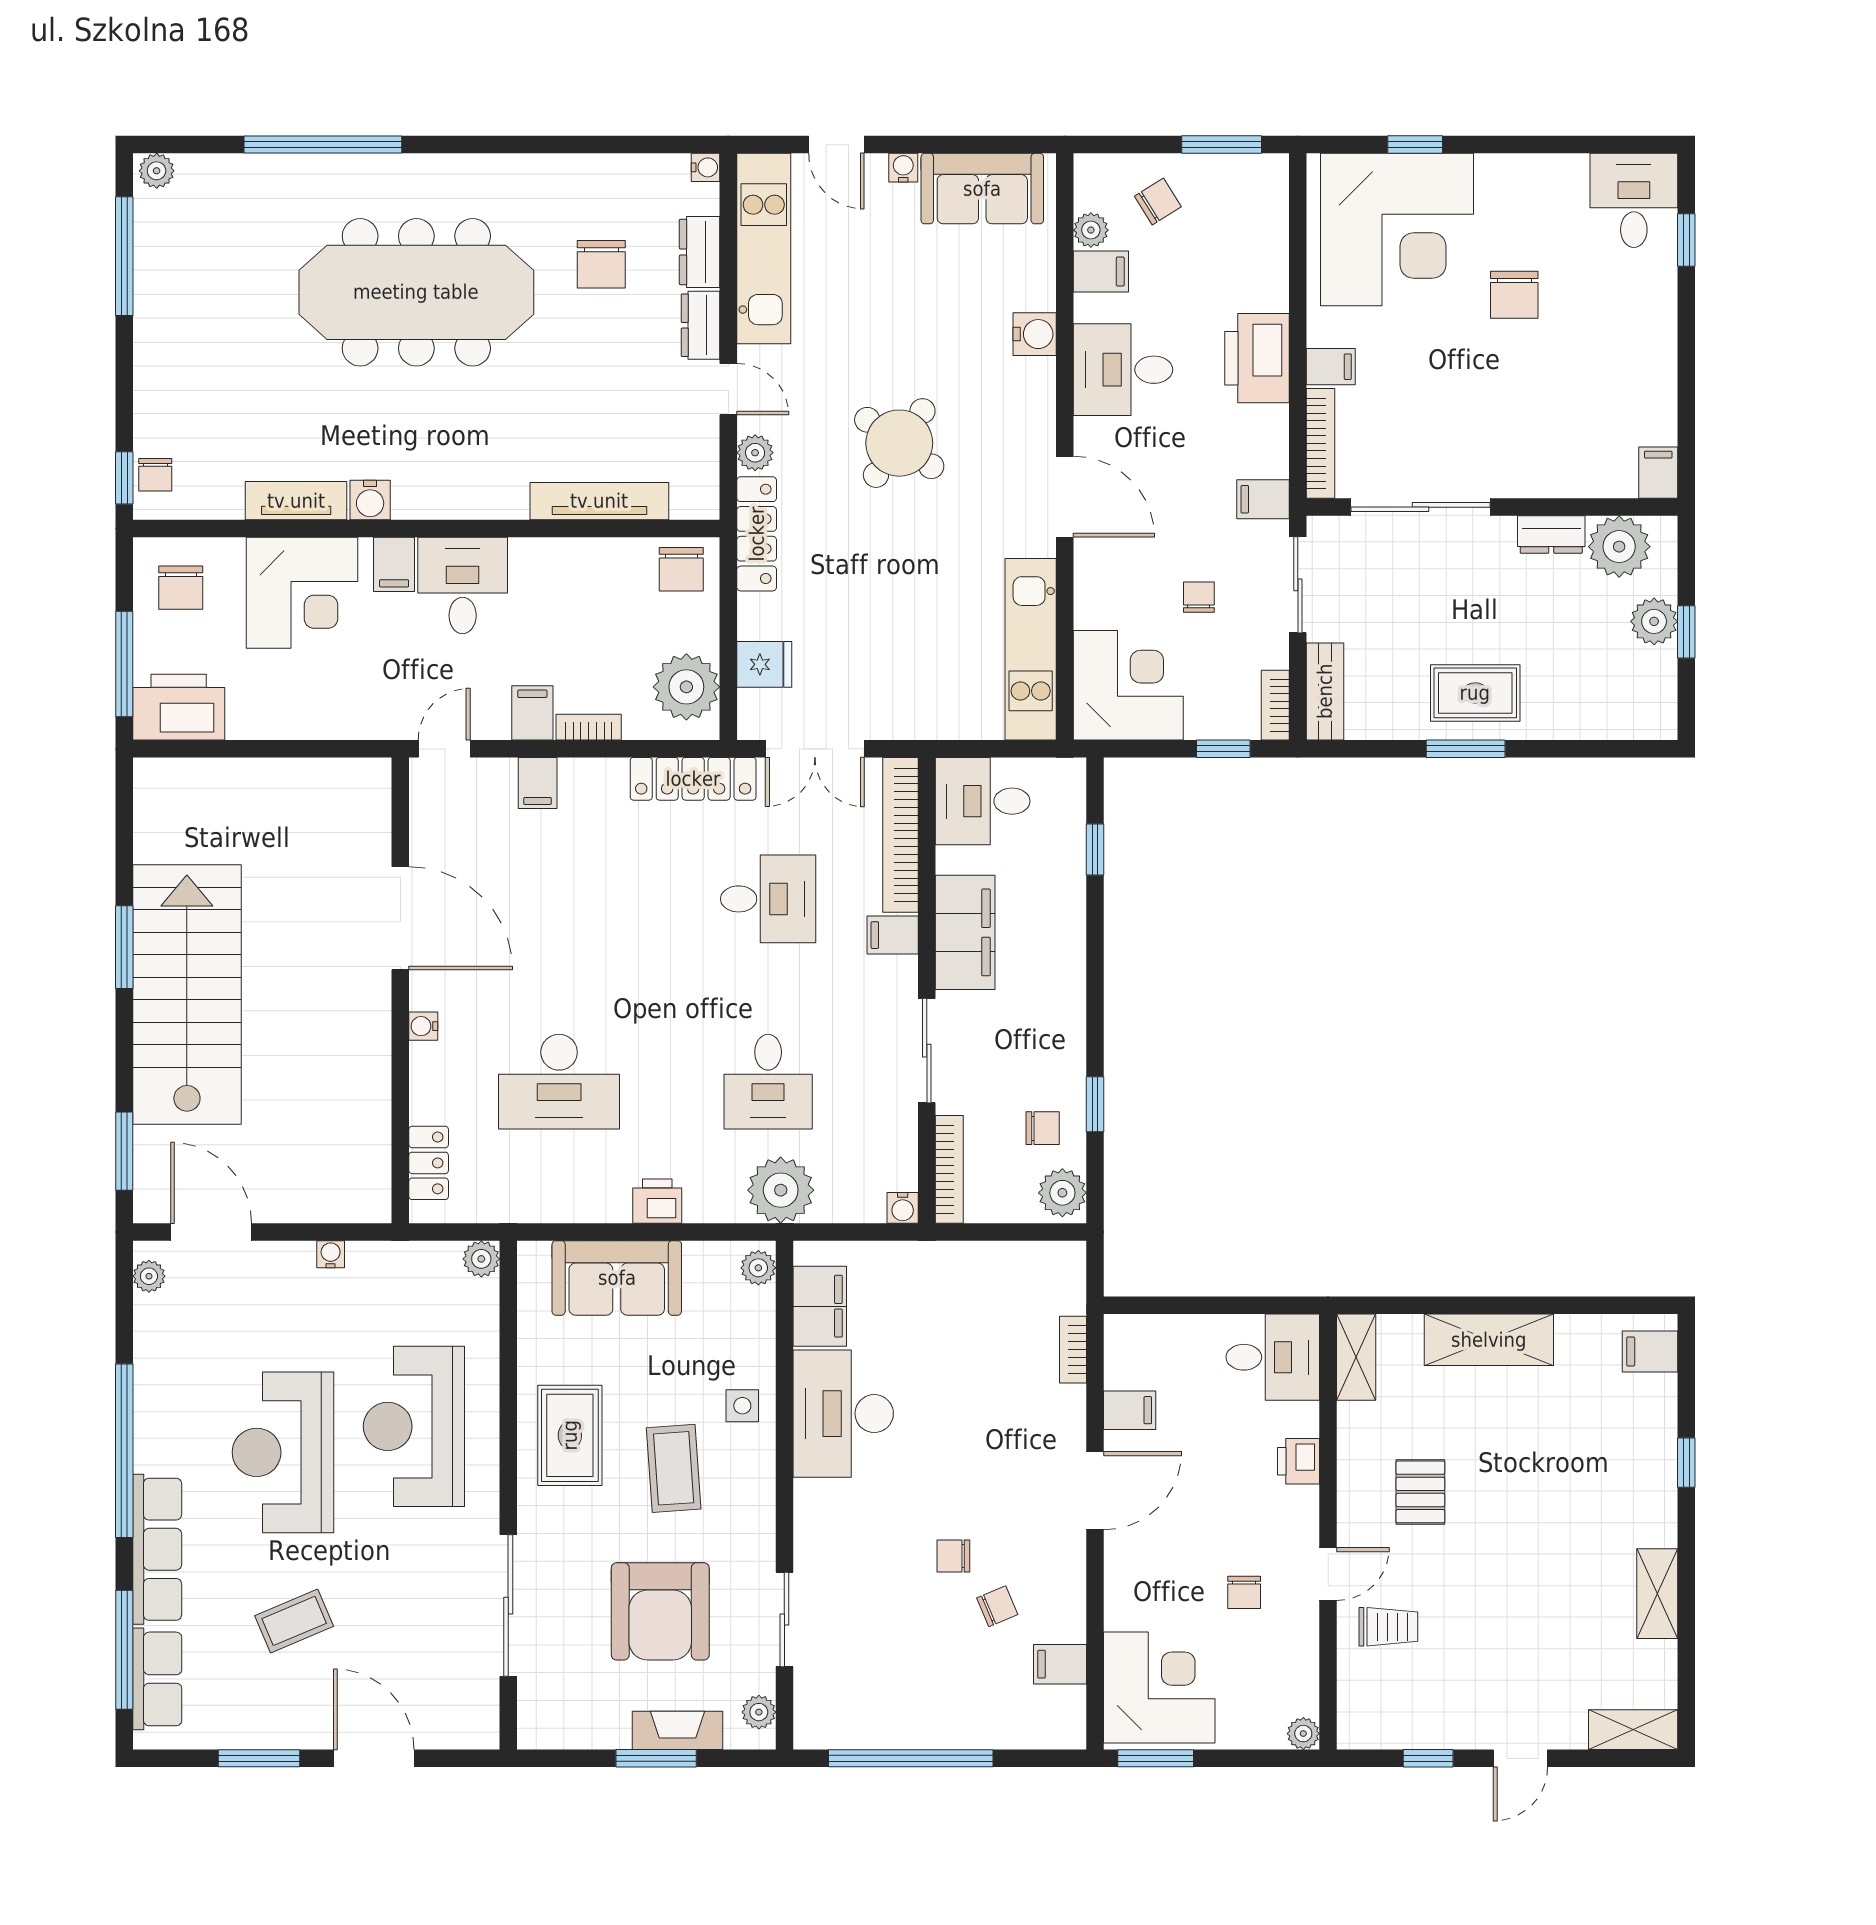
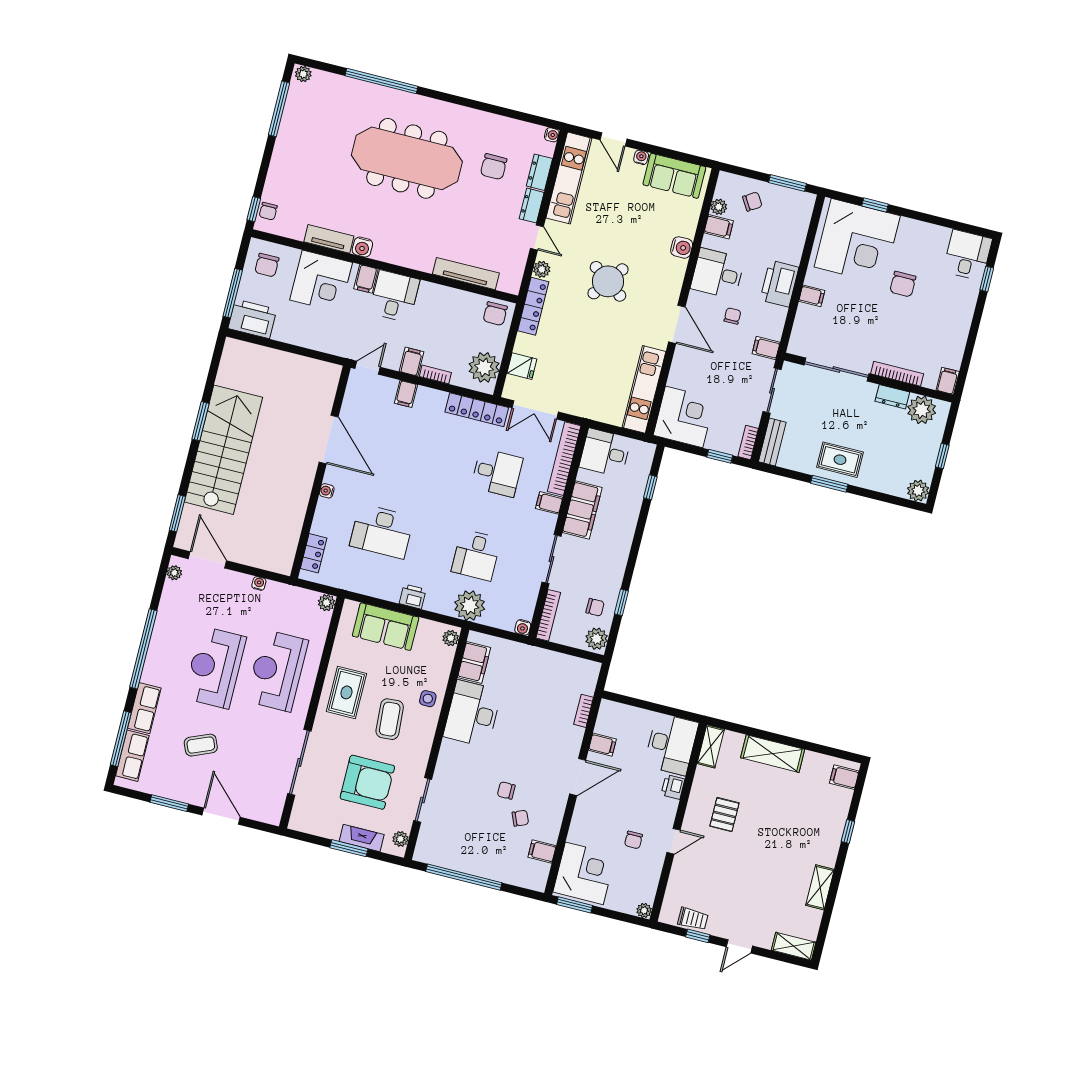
bookcase: (1321, 443) -> (897, 374), moved, turned -90
chair: (1199, 597) -> (732, 316), moved
plant: (1654, 621) -> (918, 491), moved
desk: (1273, 1357) -> (671, 744), width x1.37
row of seats: (157, 1549) -> (144, 708), width x0.68
armchair: (660, 1611) -> (367, 782), turned -90
trolley: (1388, 1627) -> (693, 919), moved

